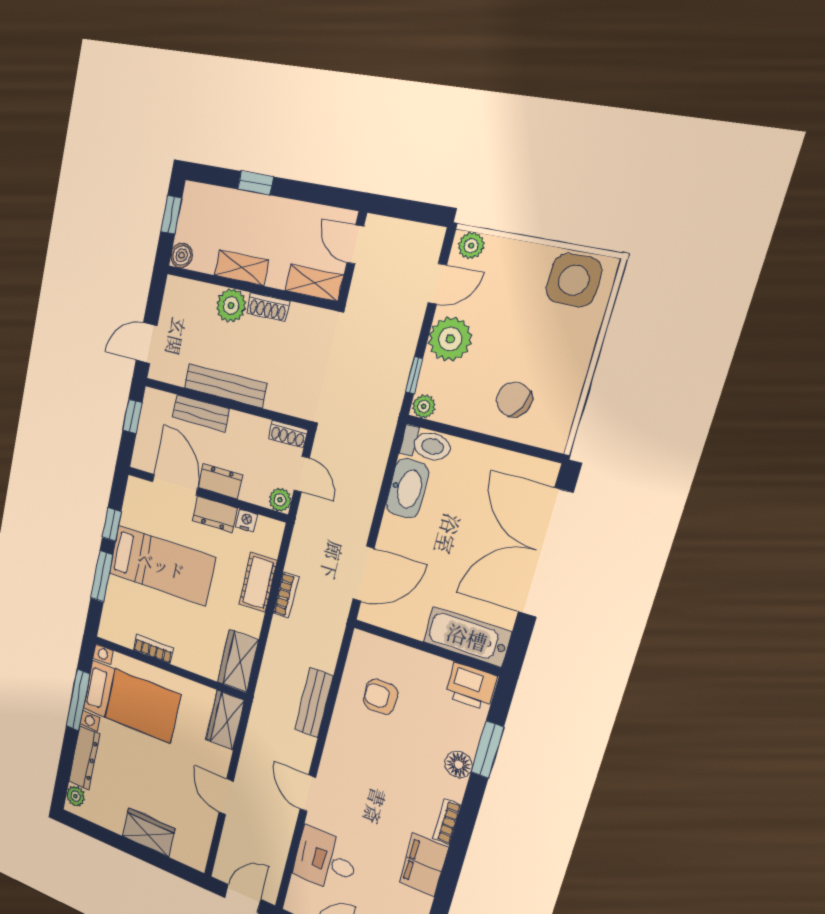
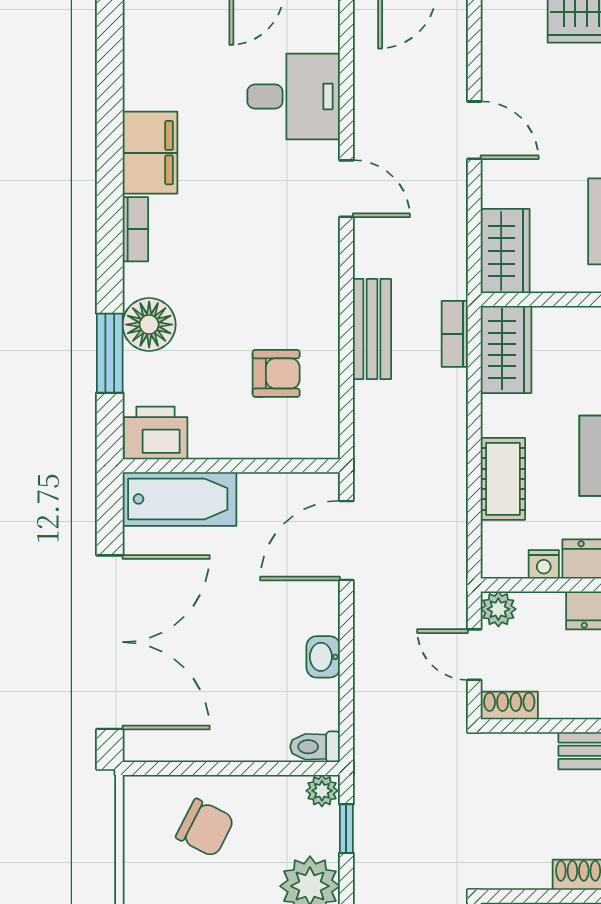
toilet: (426, 445) -> (315, 747), width x0.73, depth x0.72
washbasin: (407, 488) -> (323, 657), width x0.52, depth x0.69
bookcase: (286, 595) -> (455, 334), moved
floor lamp: (459, 765) -> (149, 325), width x1.38, depth x1.38

